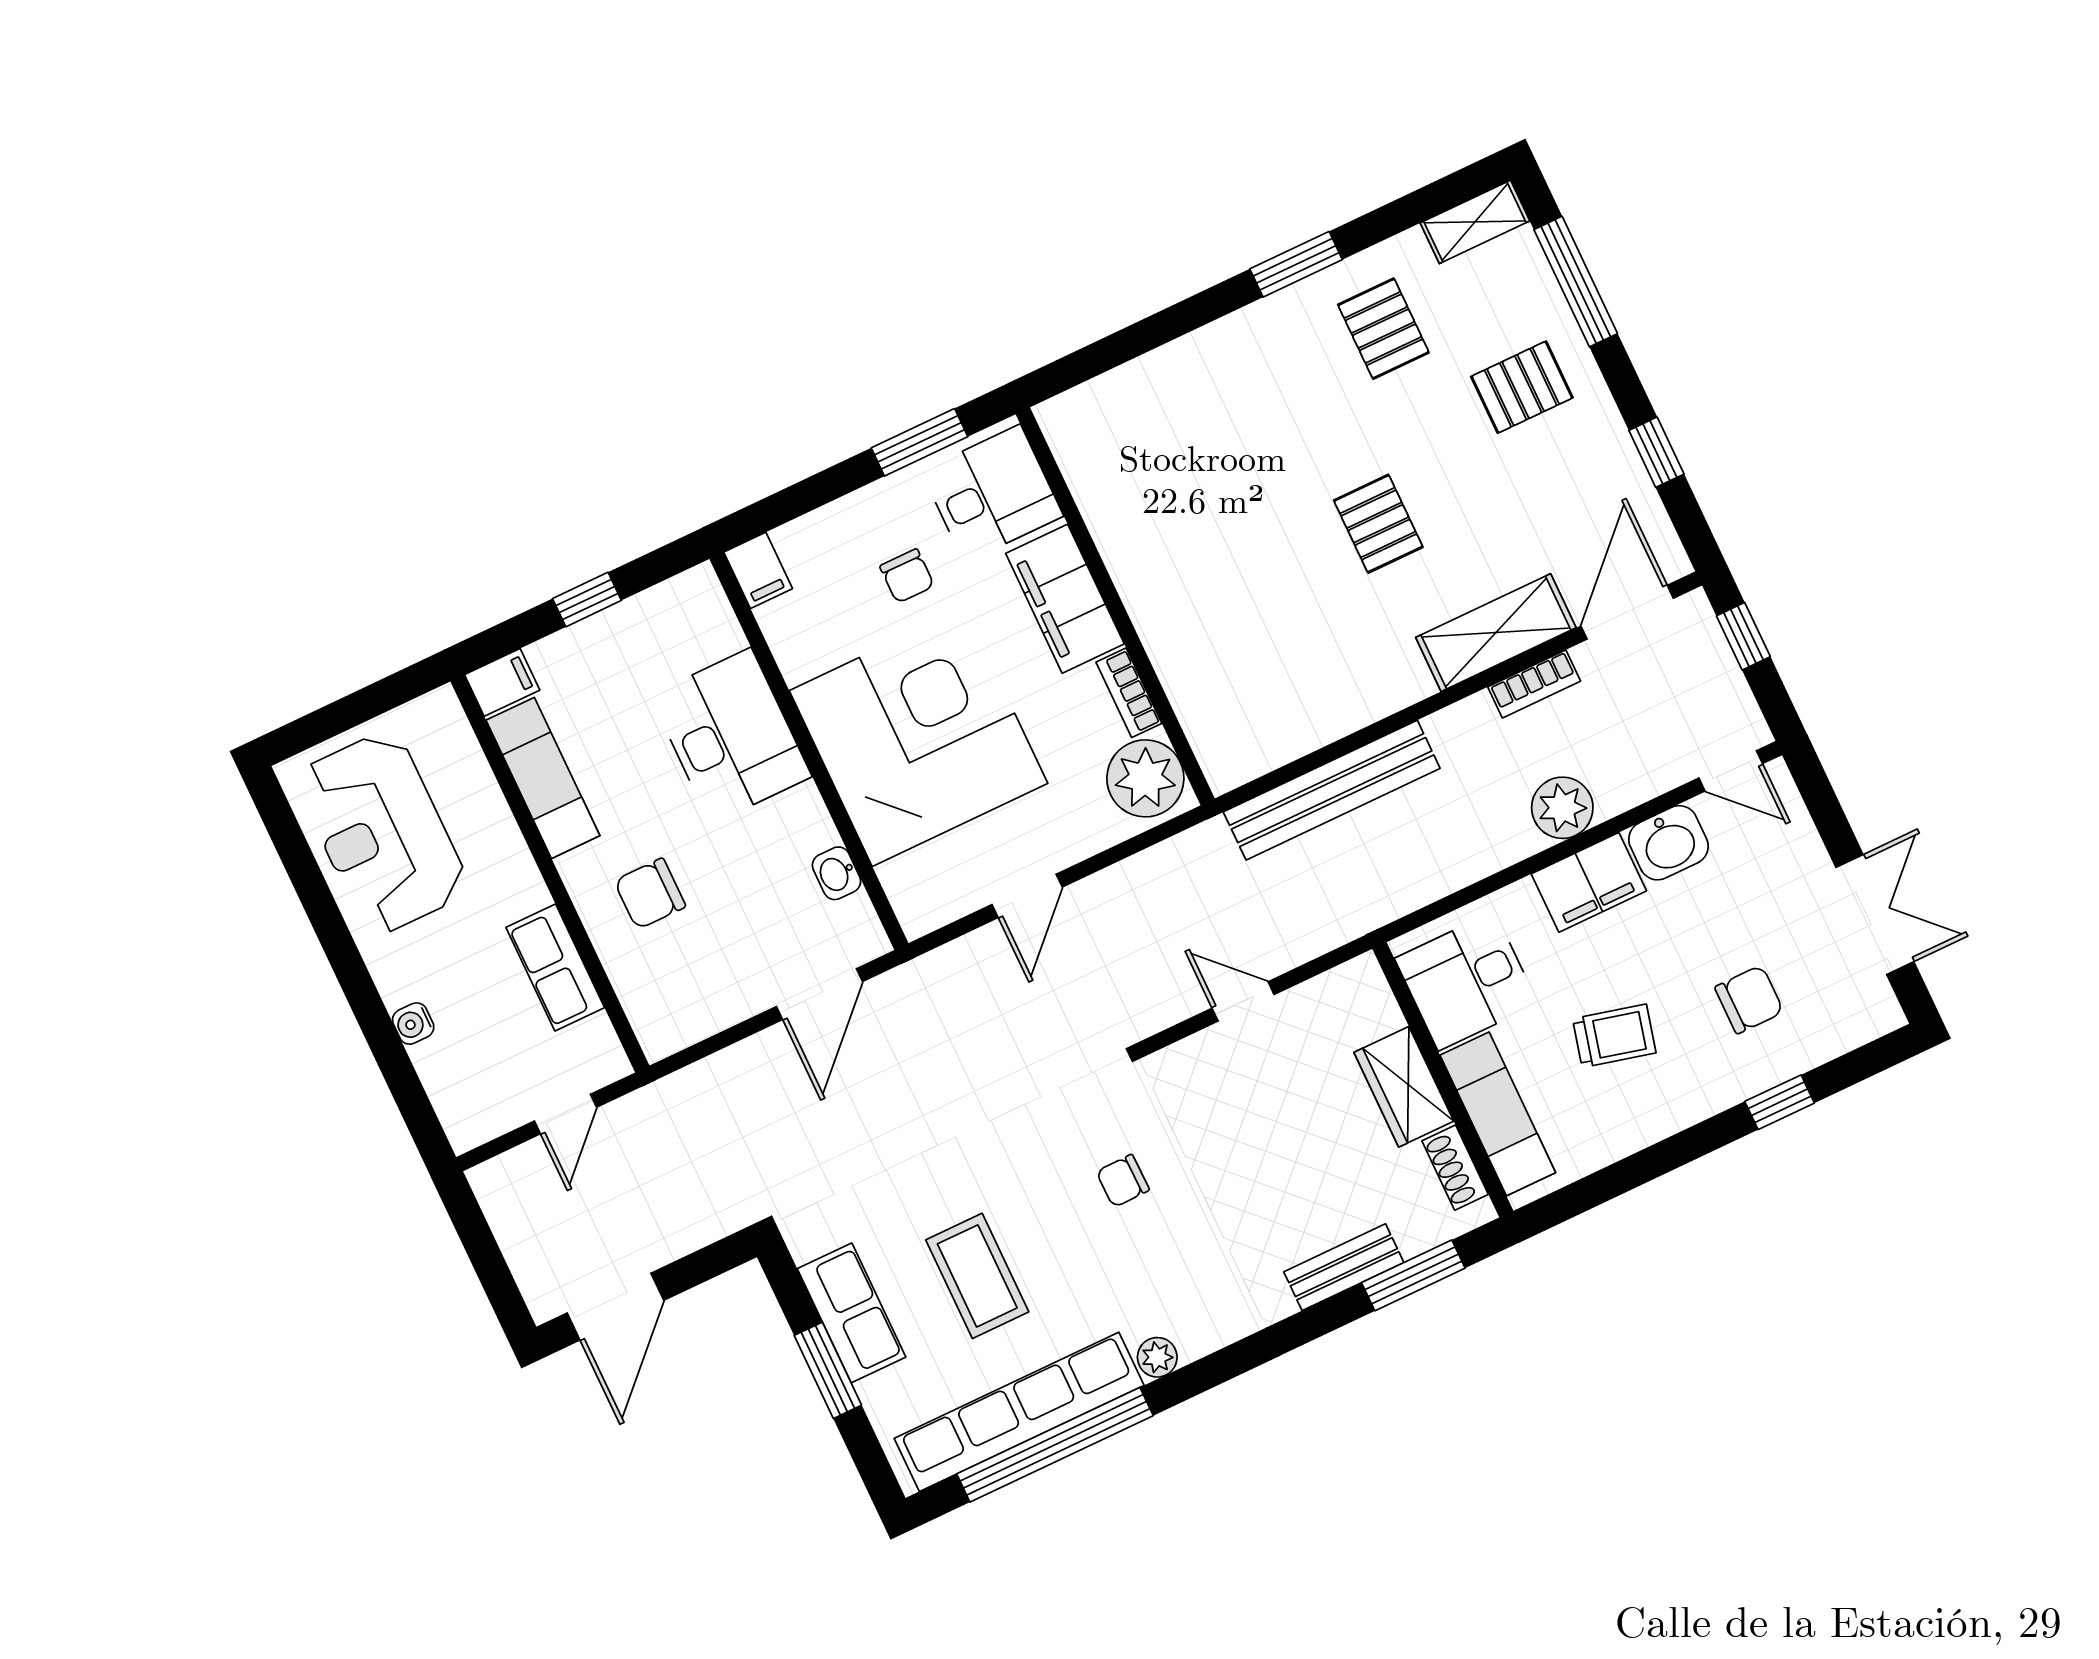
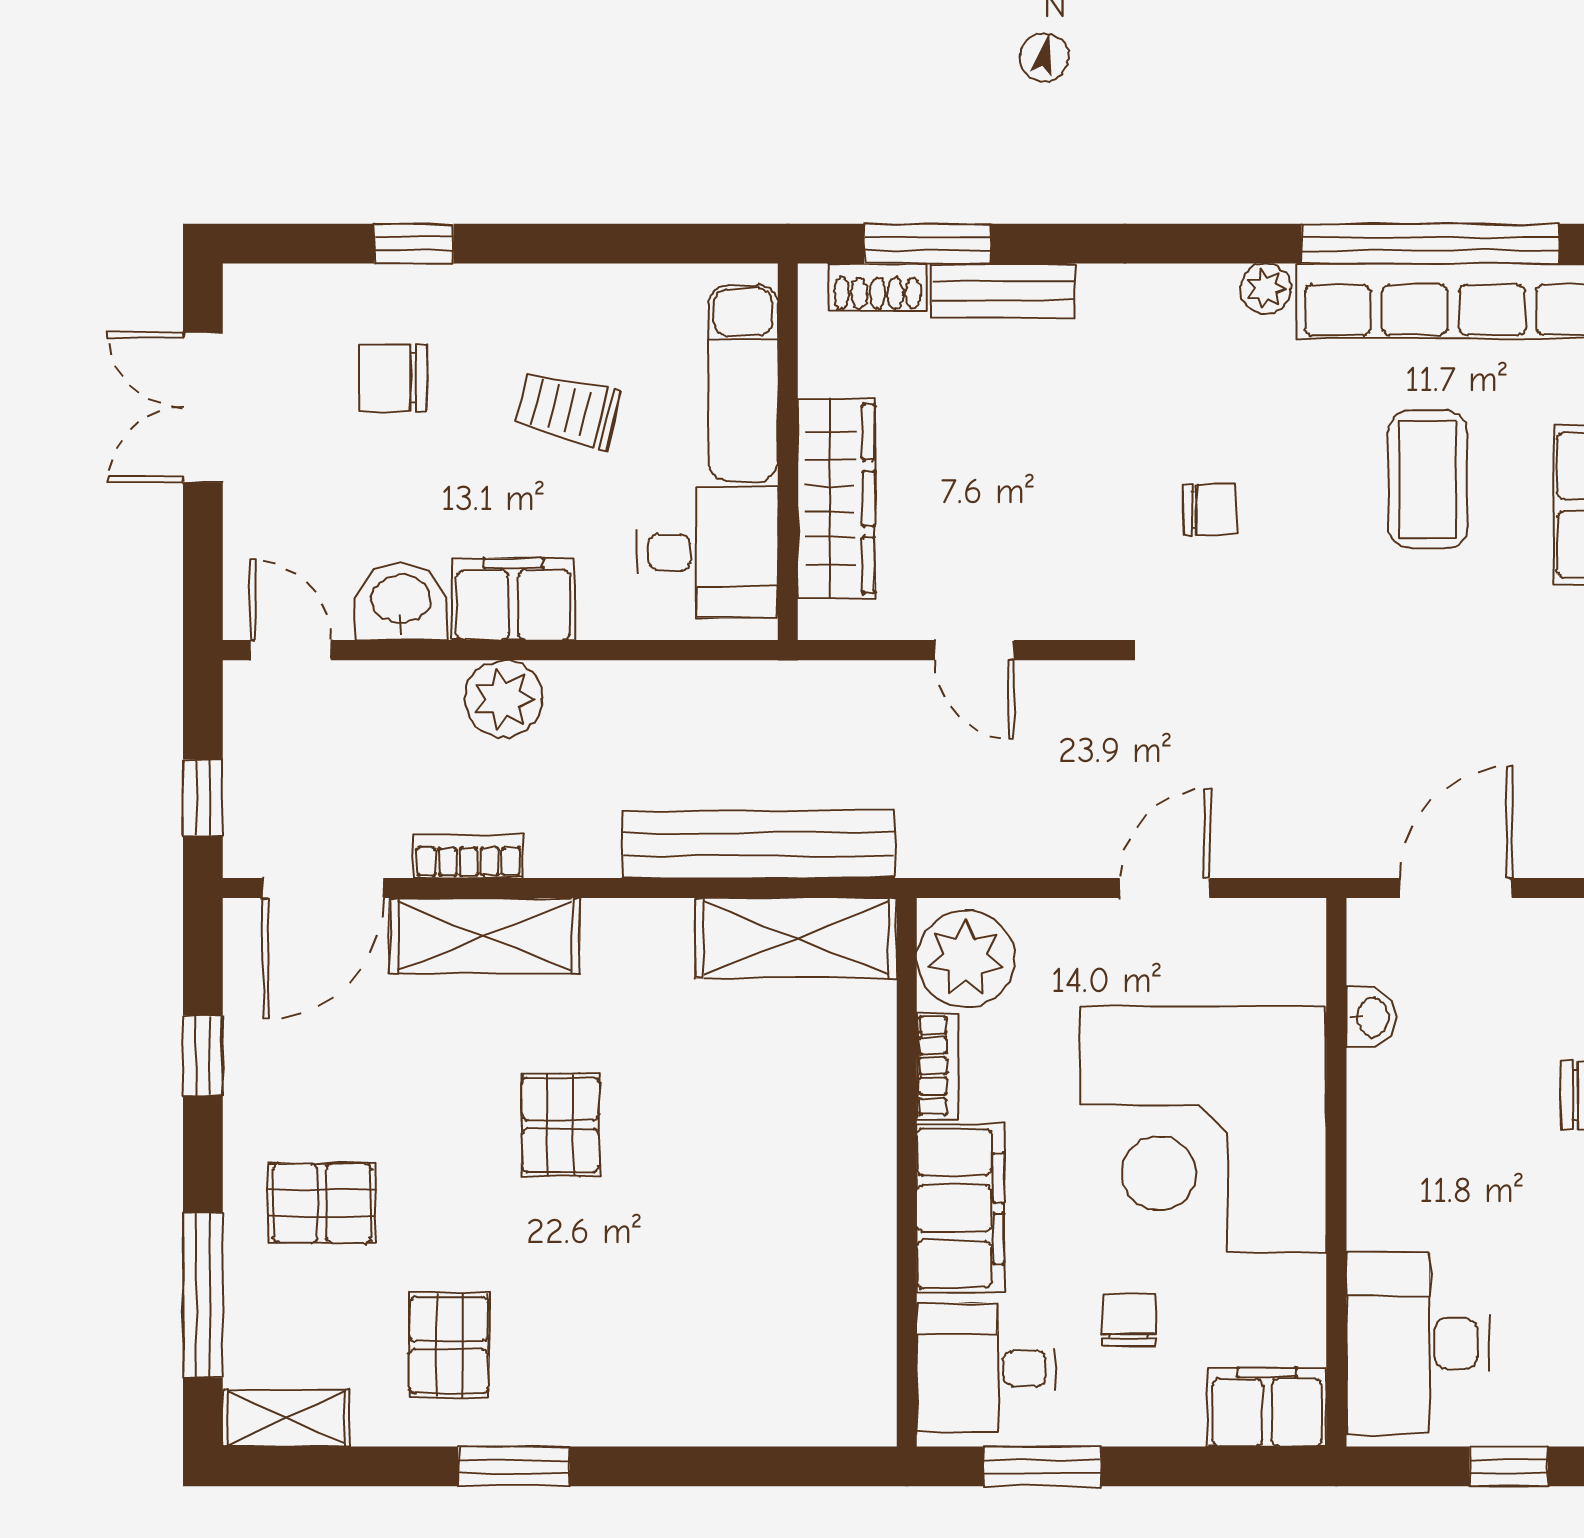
filing cabinet: (758, 570) -> (1267, 1407), width x2.00
desk: (731, 736) -> (1418, 1343), moved
shelving: (1273, 736) -> (796, 938), added
wardrobe: (1404, 1087) -> (836, 498), width x1.50
shoe rack: (1455, 1168) -> (877, 287), moved, turned 90

